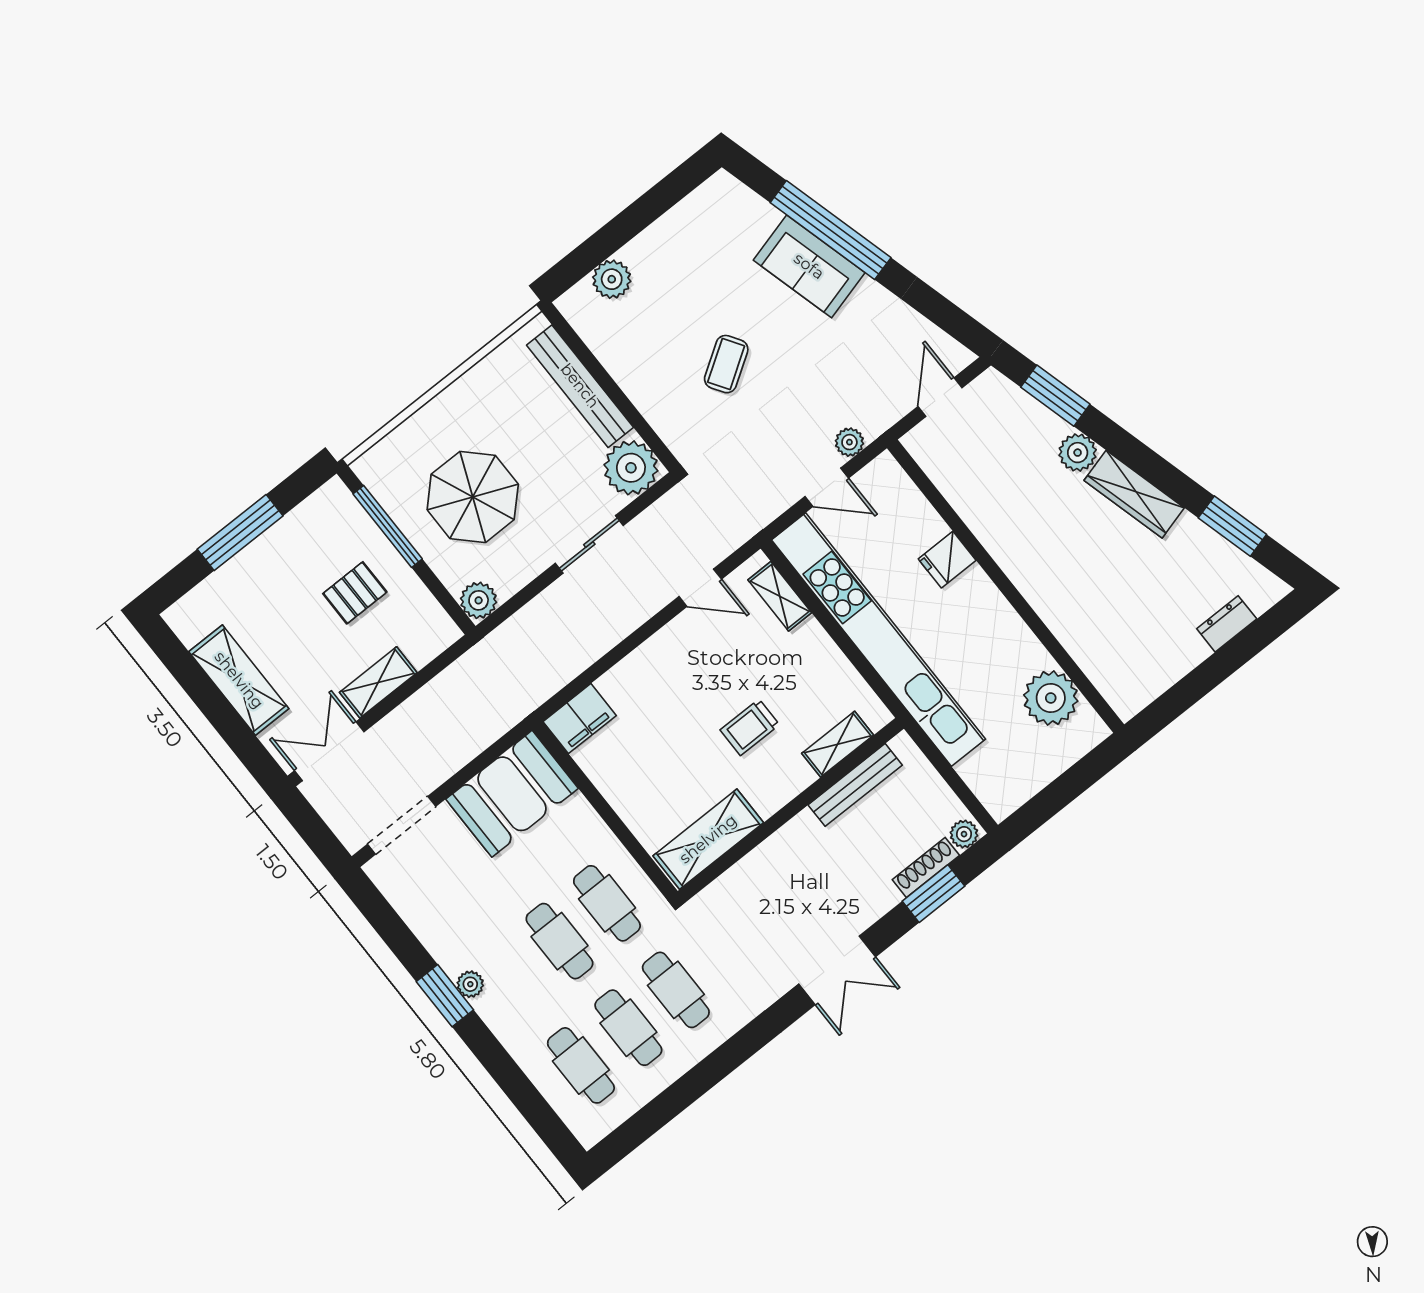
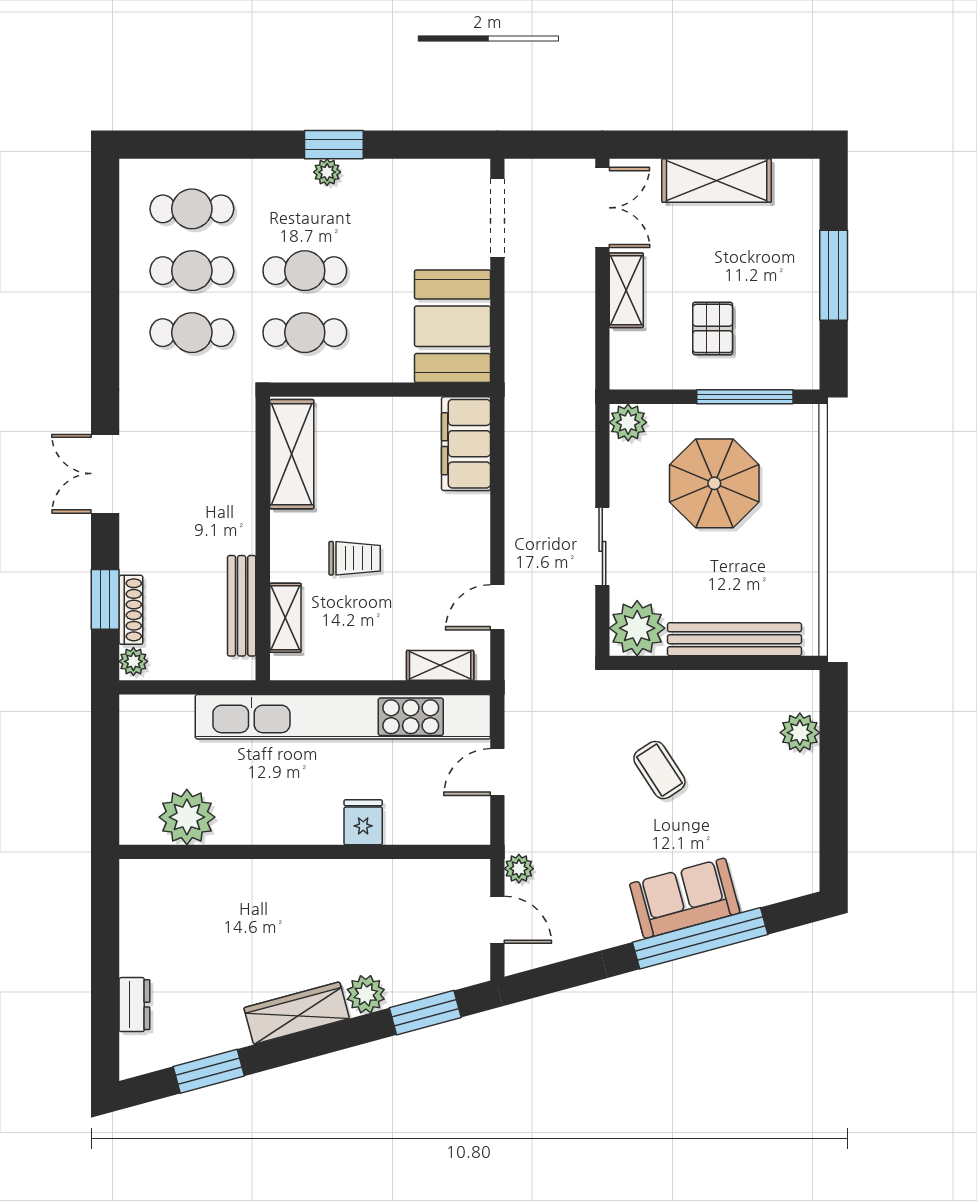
plant: (849, 442) -> (519, 869), moved
filing cabinet: (580, 719) -> (466, 444), width x1.50, depth x1.17
trolley: (750, 727) -> (355, 558), turned 90

